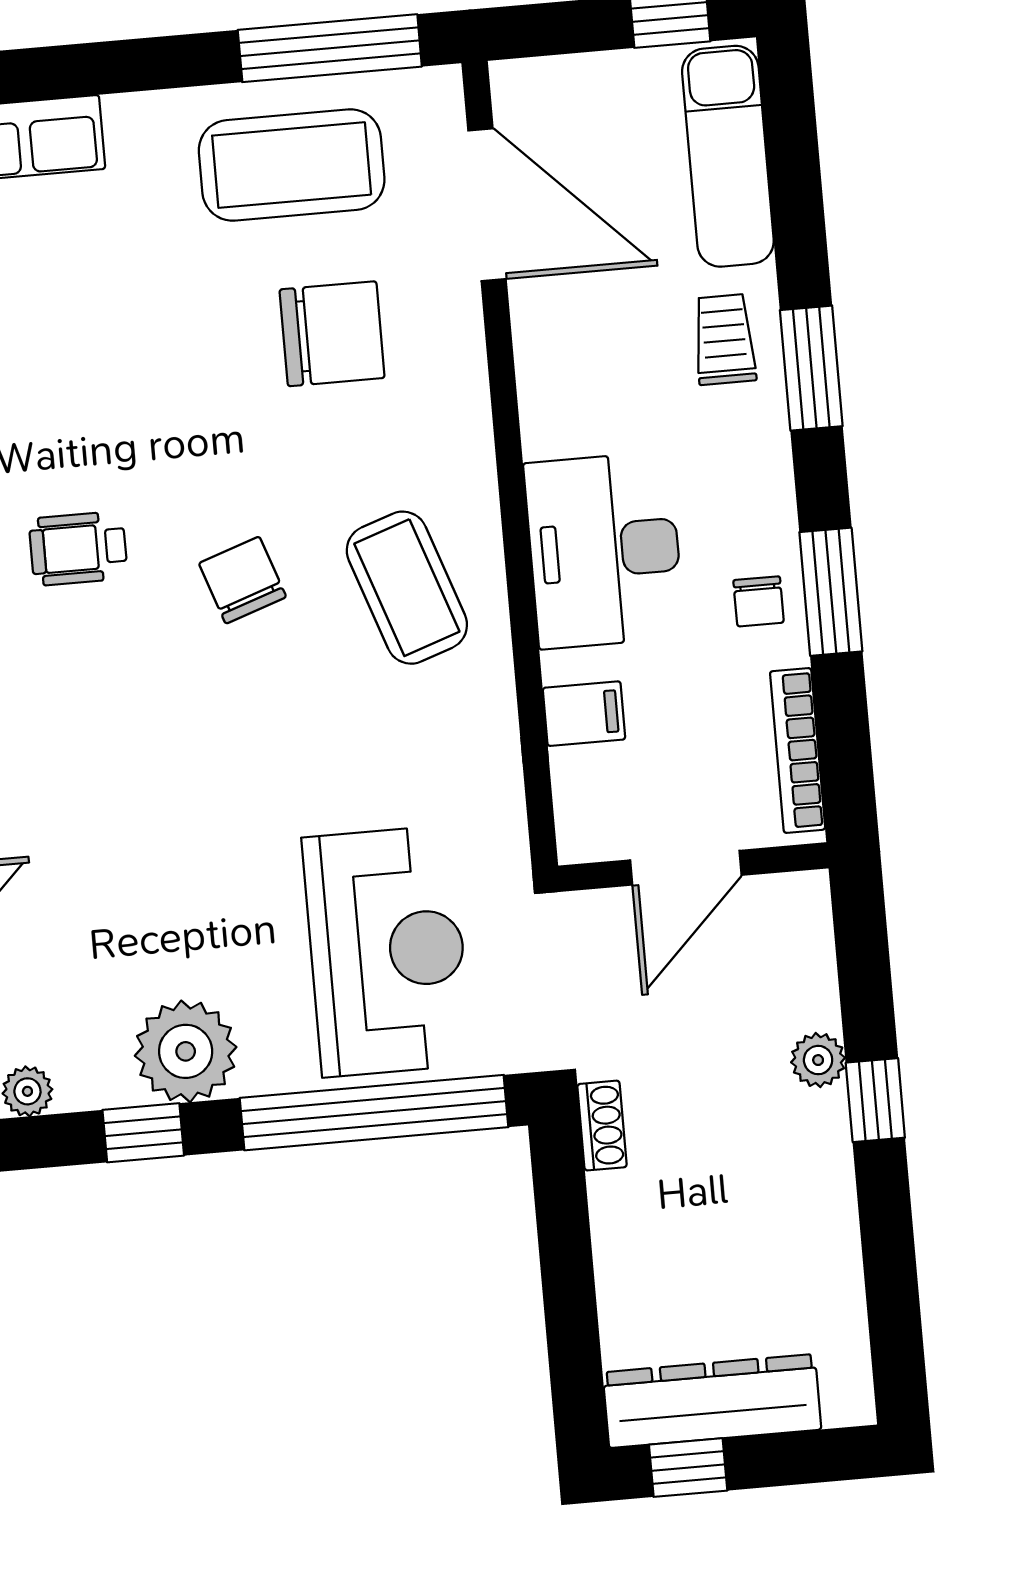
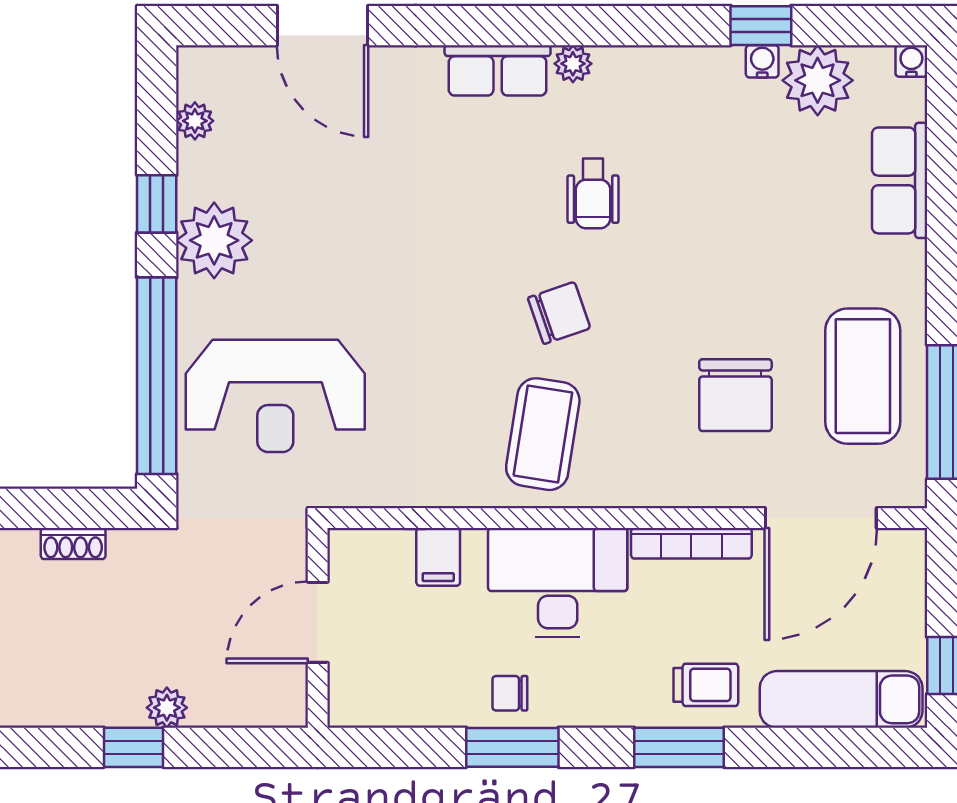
wheelchair: (78, 549) -> (593, 193), turned 180
coffee table: (407, 588) -> (543, 434), turned -62
bookcase: (798, 750) -> (691, 543), moved, turned 180
door: (686, 868) -> (318, 622), hinge flipped
shoe rack: (602, 1126) -> (73, 544), moved

